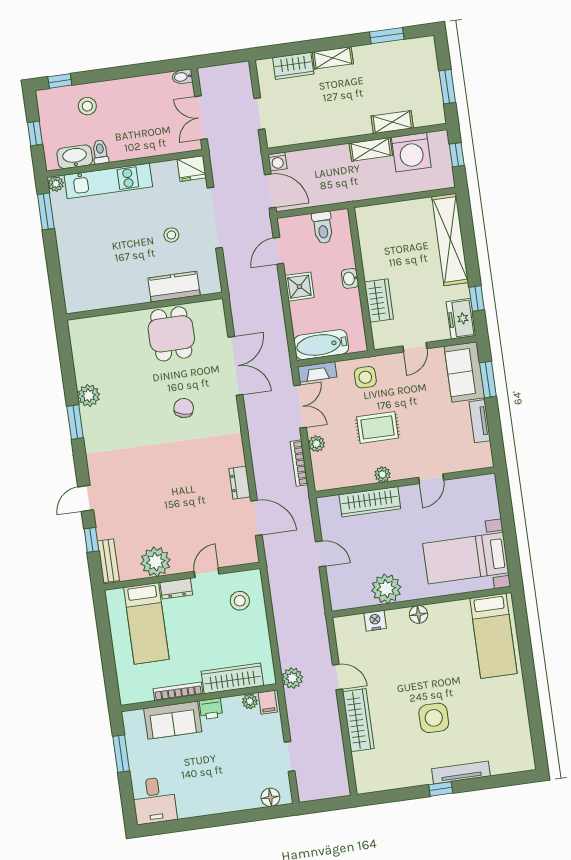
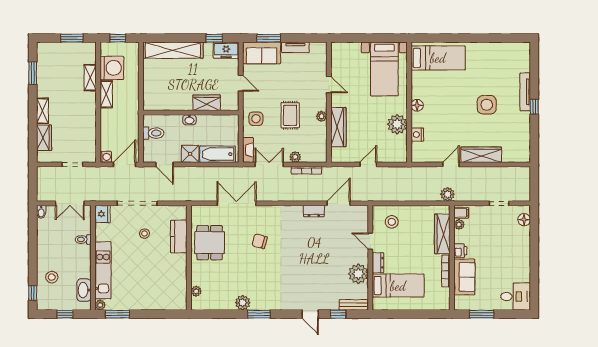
toilet: (100, 152) -> (83, 239), moved
plant: (96, 324) -> (196, 291), added
dining table: (171, 334) -> (210, 243), turned 90
bathtub: (321, 345) -> (218, 154), moved, turned 90

